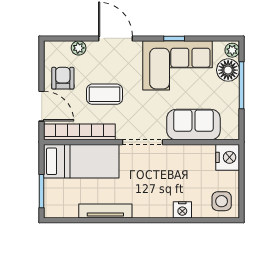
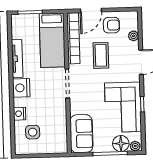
sofa: (193, 125) -> (81, 134), moved
nightstand: (228, 157) -> (21, 88), moved, turned 90
side table: (222, 201) -> (33, 132), moved

